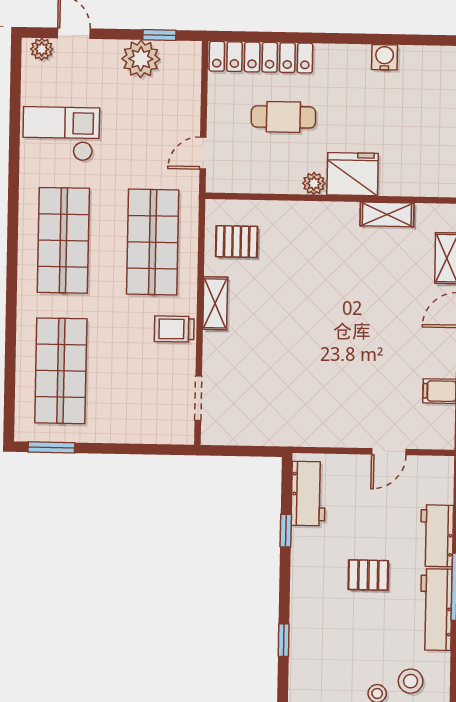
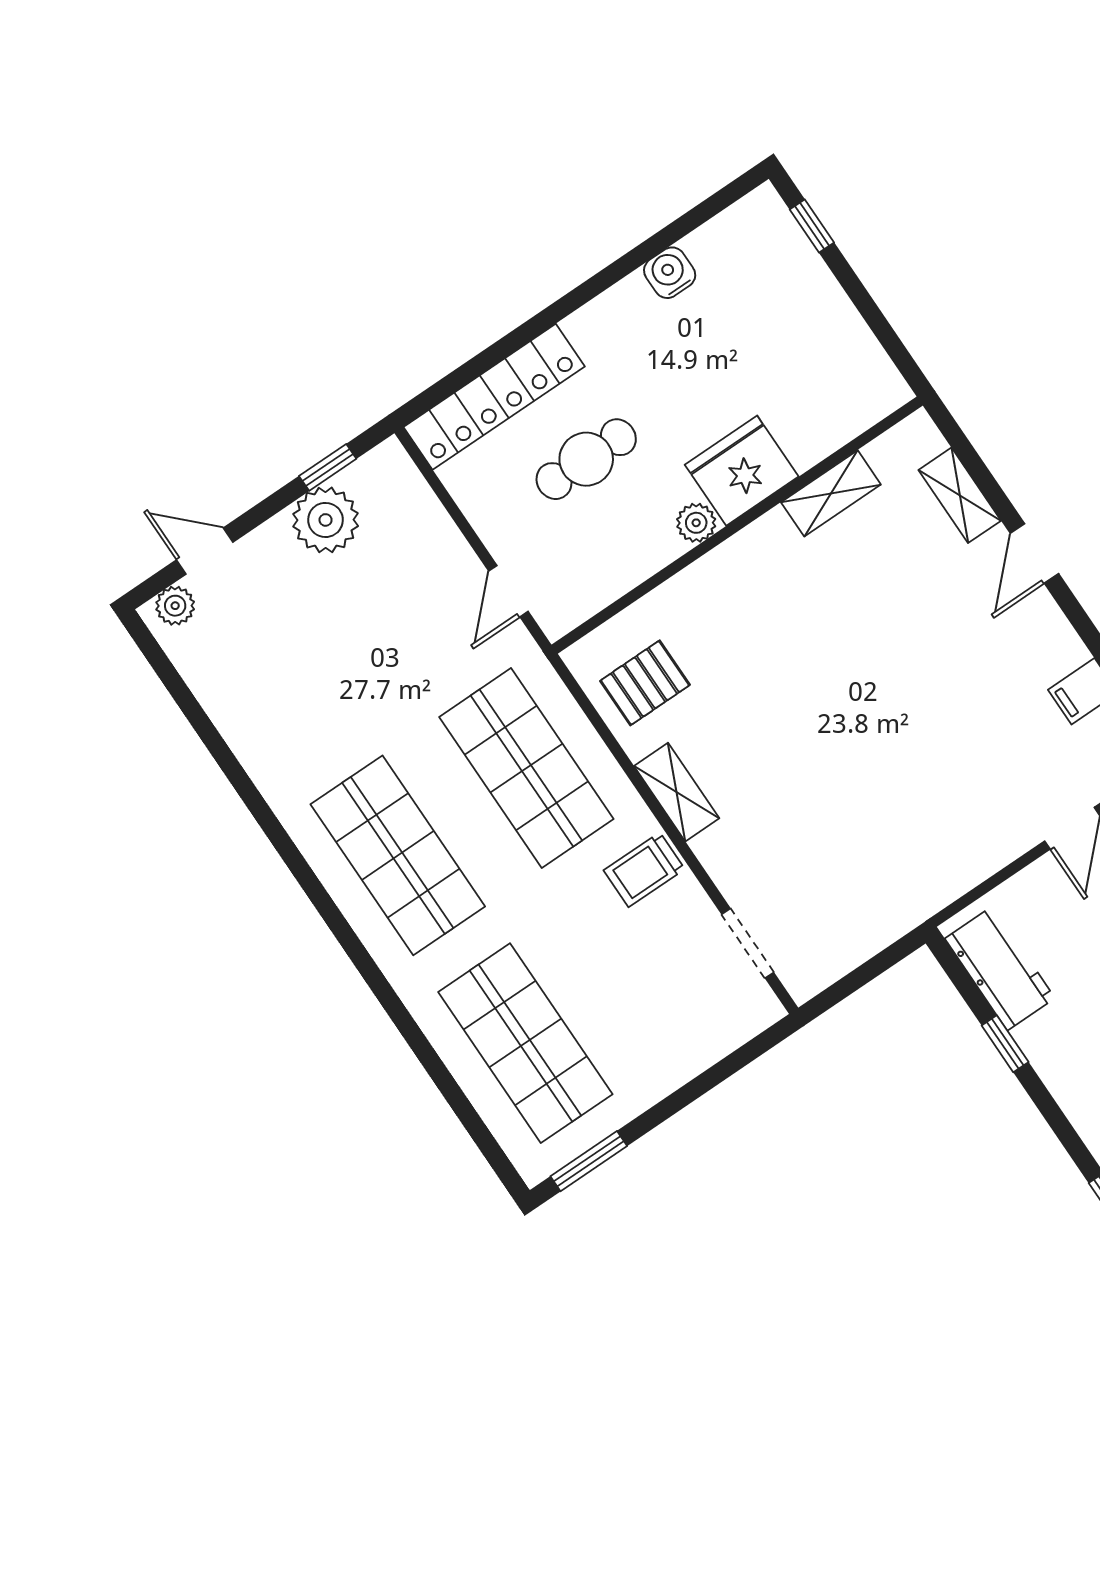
checkout: (61, 134) -> (288, 706), removed

